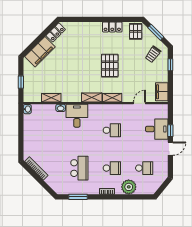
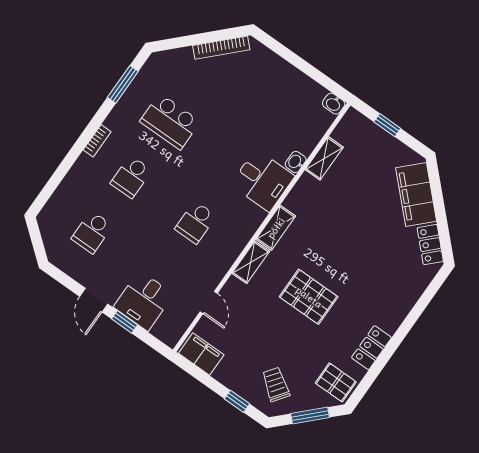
plant: (129, 187) -> (78, 183), removed

